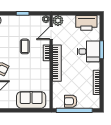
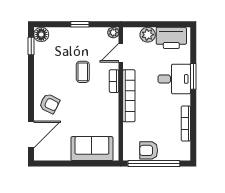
plant: (58, 21) -> (148, 35), moved

